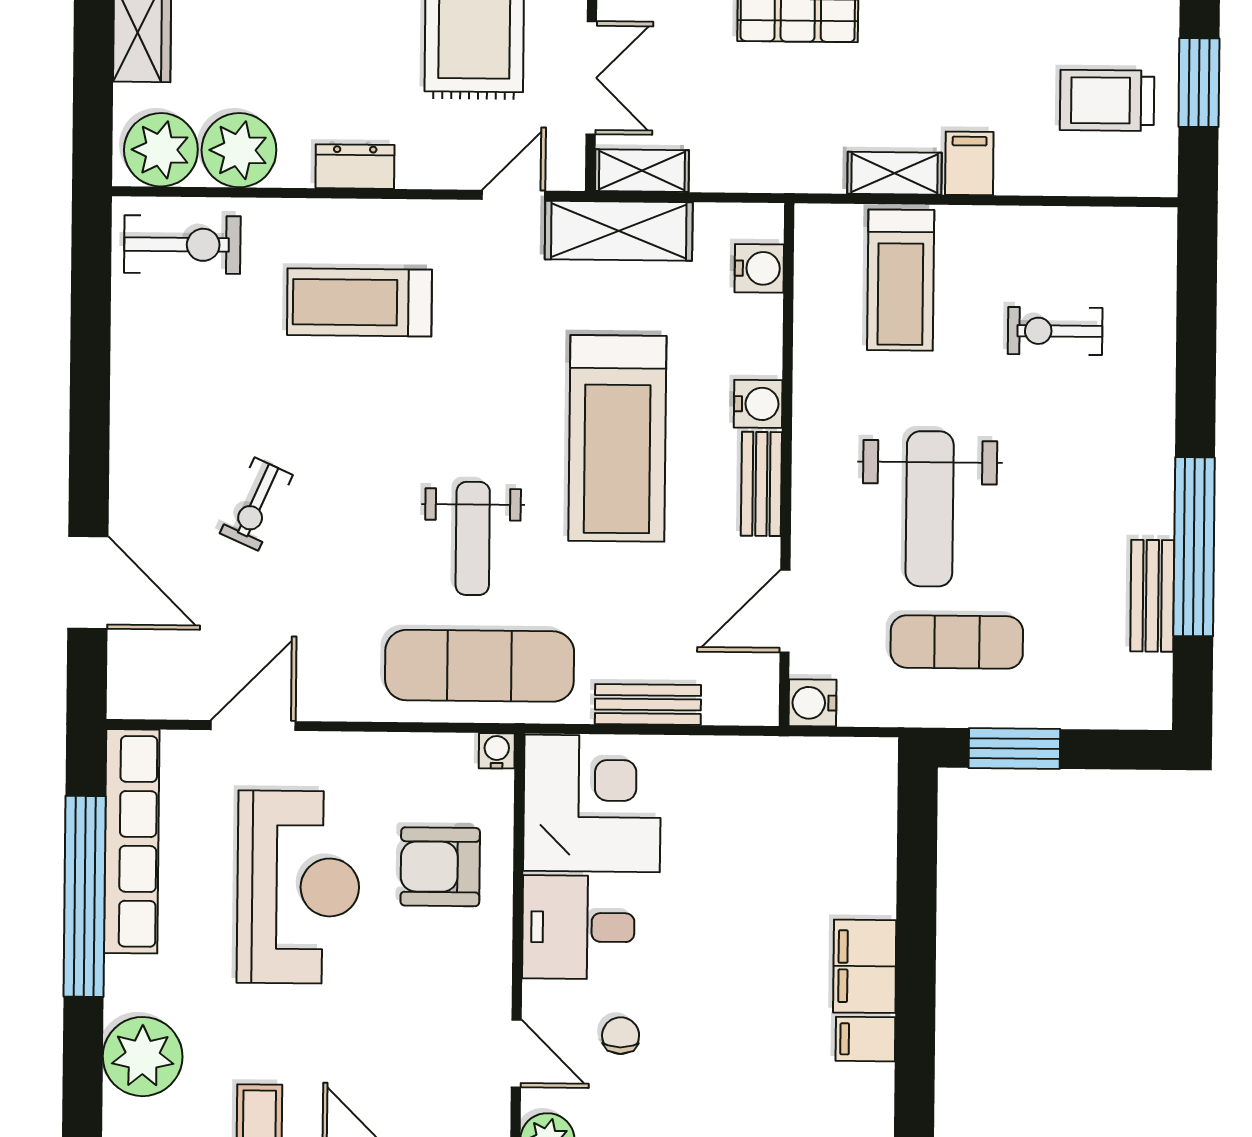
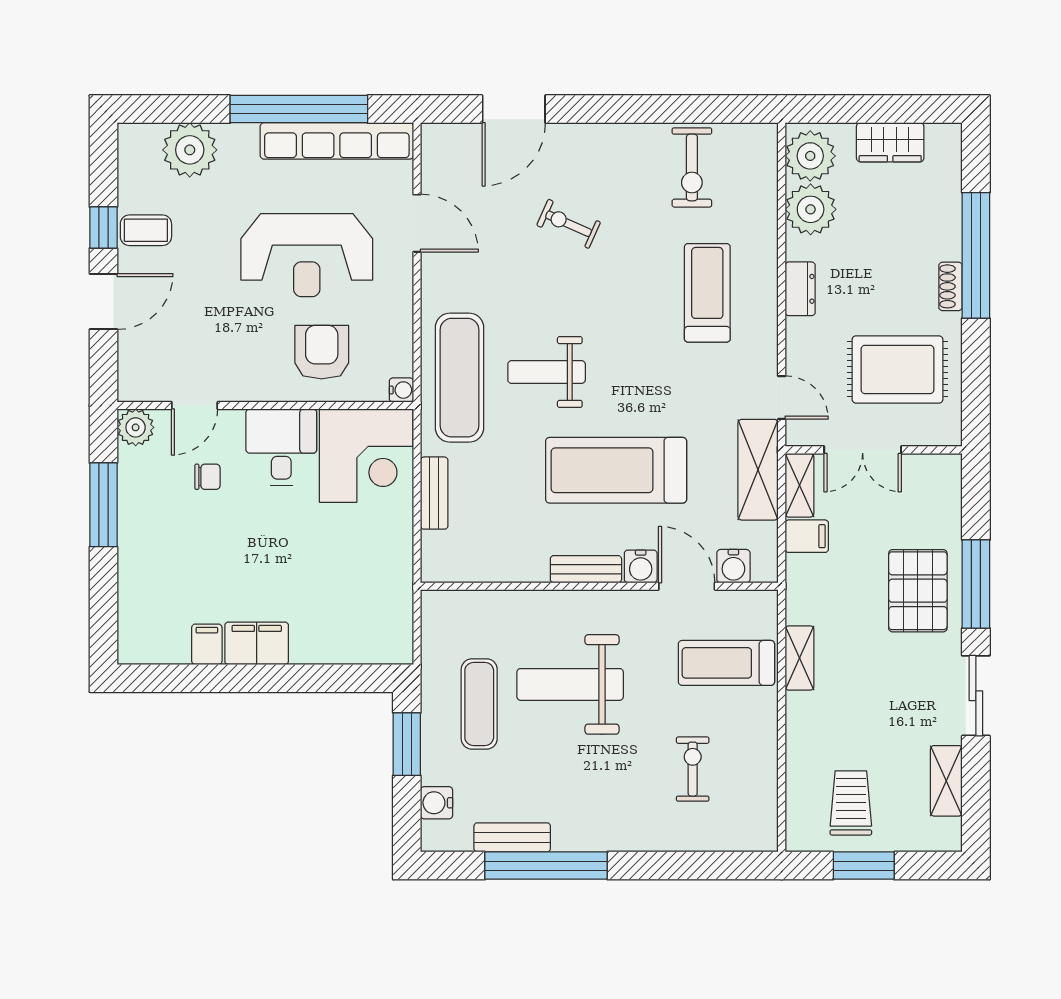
filing cabinet: (969, 163) -> (807, 536), moved
exercise bike: (182, 245) -> (692, 167), moved
door: (785, 611) -> (687, 586), moved
water cooler: (813, 703) -> (437, 803), moved, turned -90

